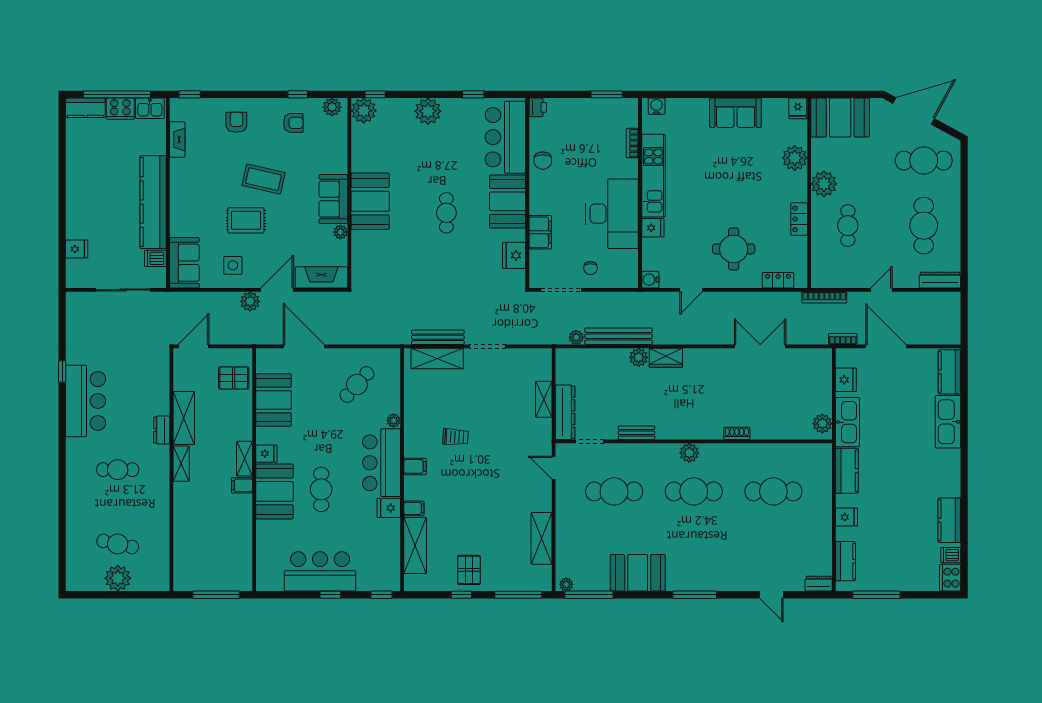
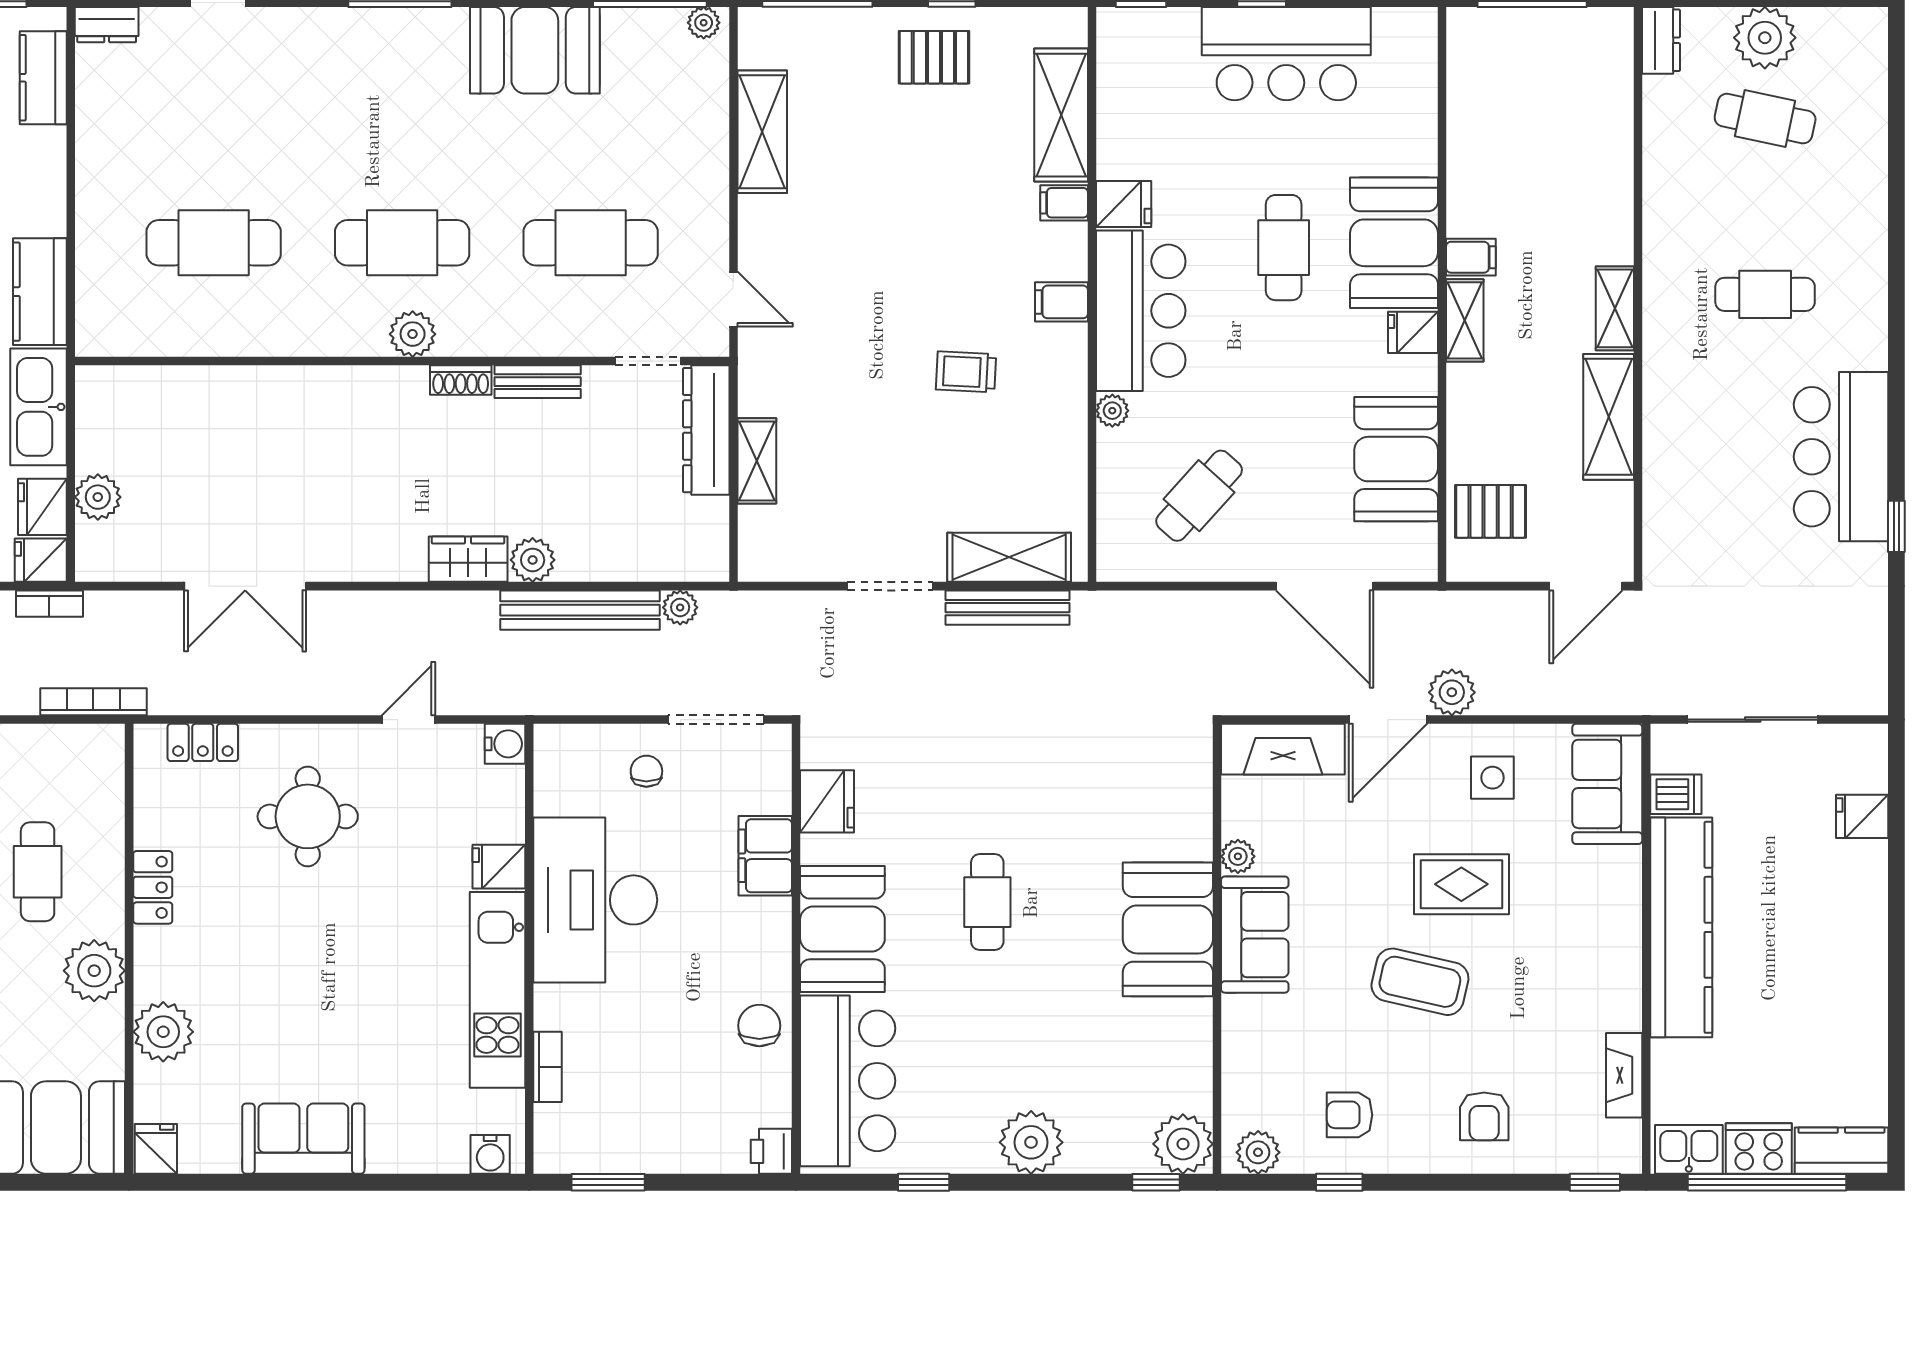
plant: (822, 424) -> (98, 497), moved
dresser: (162, 430) -> (1661, 40), moved
shoe rack: (737, 433) -> (461, 380), moved
fridge: (847, 517) -> (41, 560), moved
pallet: (469, 570) -> (934, 57), turned 90

